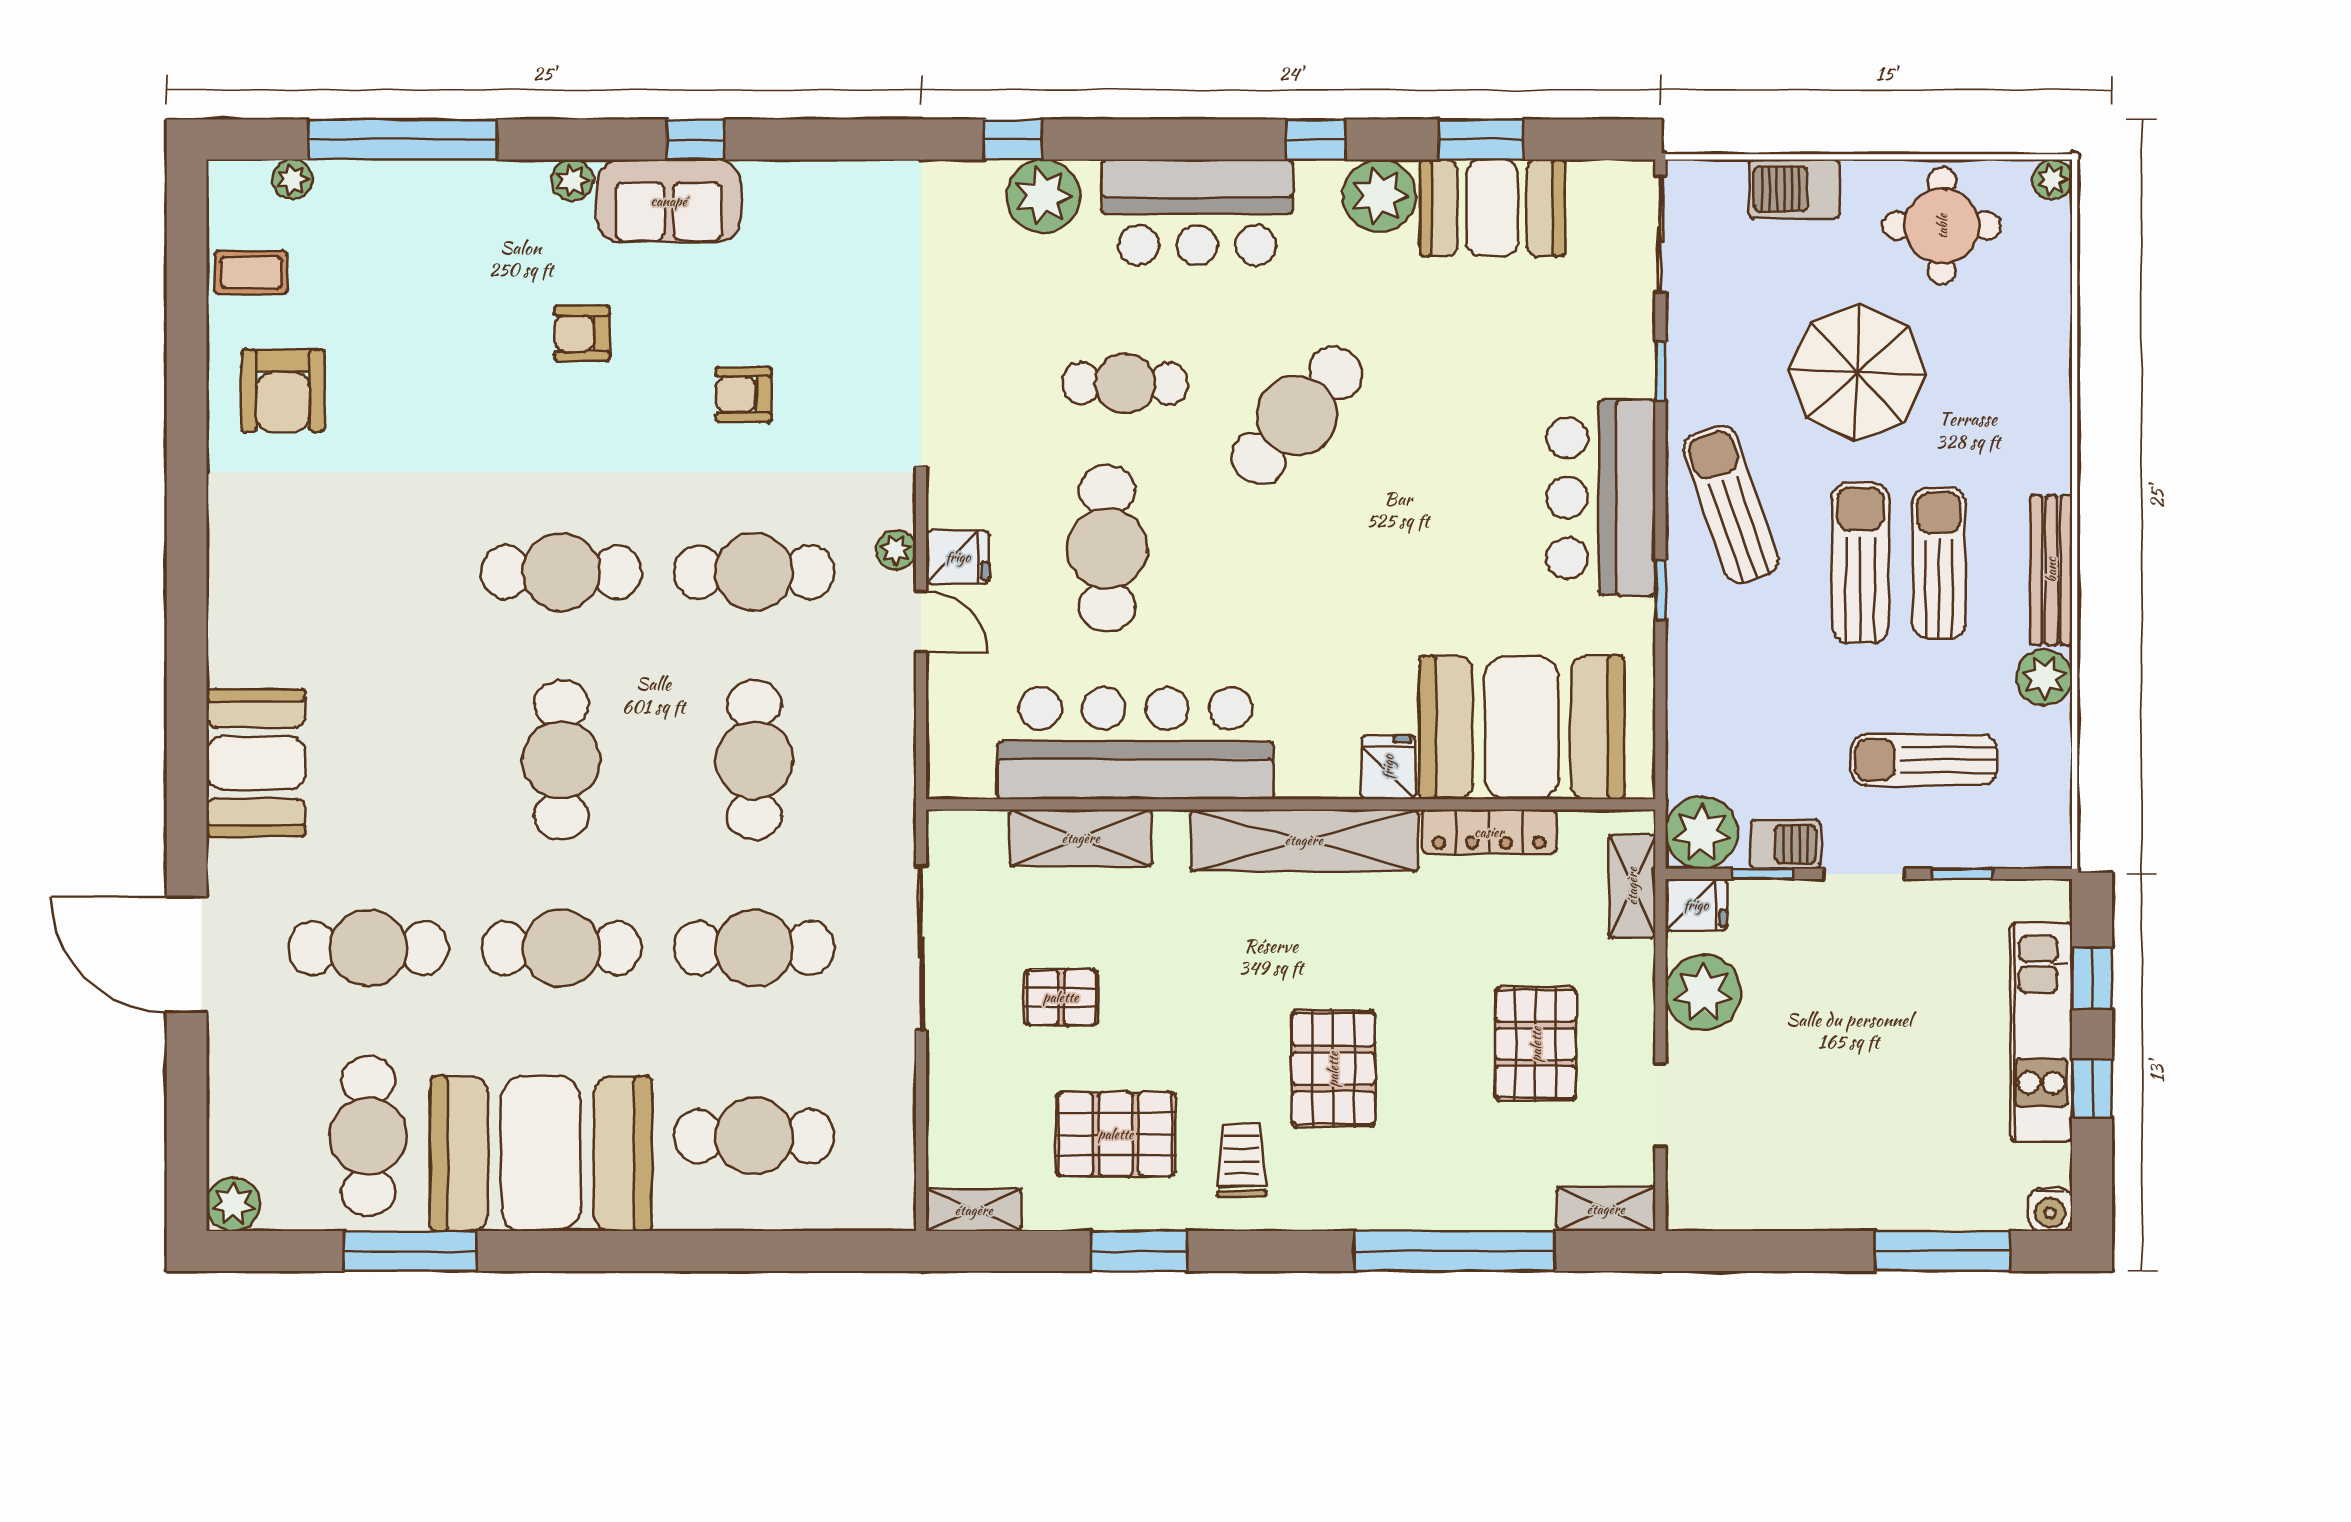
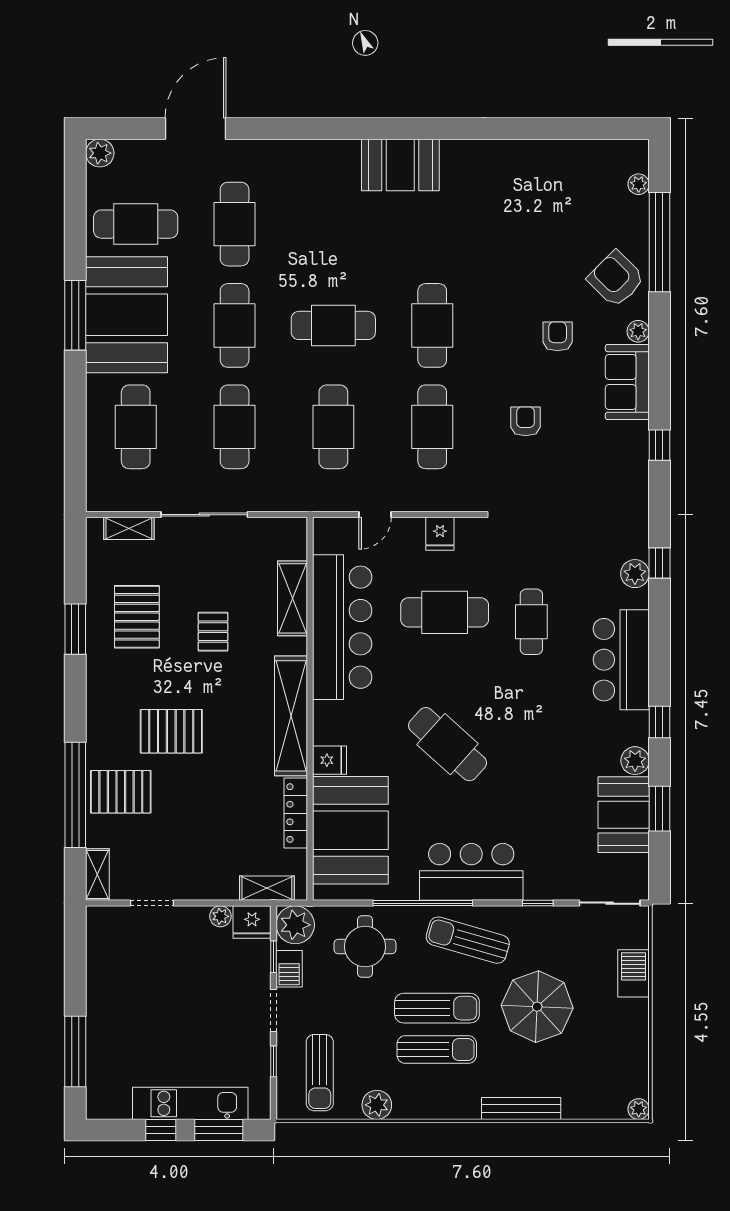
window: (696, 139) -> (659, 445), moved
plant: (1043, 196) -> (635, 574), width x0.73, depth x0.73
plant: (1380, 196) -> (635, 761), width x0.73, depth x0.73
round table: (1942, 226) -> (365, 947), moved
coffee table: (251, 272) -> (590, 163), removed
armchair: (283, 391) -> (616, 279), moved, turned 45
cafe table: (1297, 416) -> (448, 744), moved
sun lounger: (1731, 504) -> (468, 940), turned -145
plant: (896, 550) -> (444, 501), removed
bench: (2051, 570) -> (521, 1108), moved
window: (1660, 590) -> (423, 903), width x3.17
door: (921, 622) -> (375, 515), moved
cafe table: (754, 760) -> (333, 427), turned 90
sun lounger: (1924, 760) -> (320, 1073), moved, turned 180
booth: (256, 763) -> (400, 165), moved
fridge: (1696, 905) -> (252, 922), width x1.38
sliding door: (921, 948) -> (204, 515), moved
door: (187, 955) -> (195, 129), moved
window: (2092, 978) -> (219, 1130), width x1.50
plant: (1703, 993) -> (220, 916), width x0.53, depth x0.53
pallet: (1061, 997) -> (213, 632), moved
pallet: (1536, 1044) -> (121, 792), moved
trolley: (1242, 1160) -> (123, 683), removed
water cooler: (2050, 1209) -> (97, 1108), removed
shelving: (974, 1210) -> (129, 528), moved, turned 90
window: (410, 1251) -> (75, 315), moved

